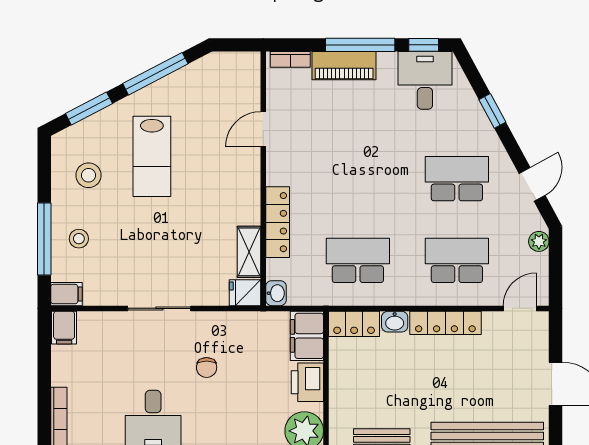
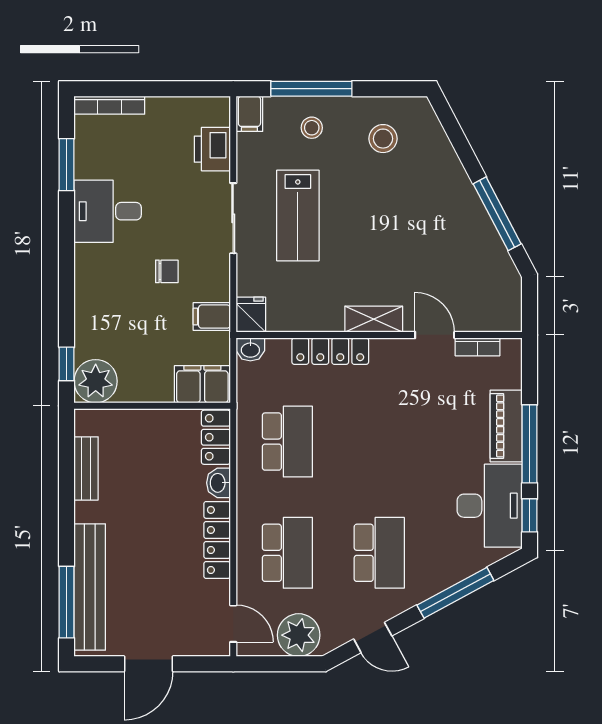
bookcase: (290, 59) -> (478, 347), moved, turned -90
desk: (425, 80) -> (490, 506), width x1.37
window: (89, 109) -> (458, 139), removed
window: (492, 111) -> (455, 593), width x2.17
lab bench: (152, 156) -> (298, 215), moved, turned -90
plant: (539, 241) -> (299, 635), width x1.88, depth x1.88
shelving: (249, 252) -> (374, 319), moved
filing cabinet: (64, 328) -> (212, 317), moved
chair: (207, 367) -> (167, 271), turned 180
printer: (307, 382) -> (212, 149), moved, turned -90

